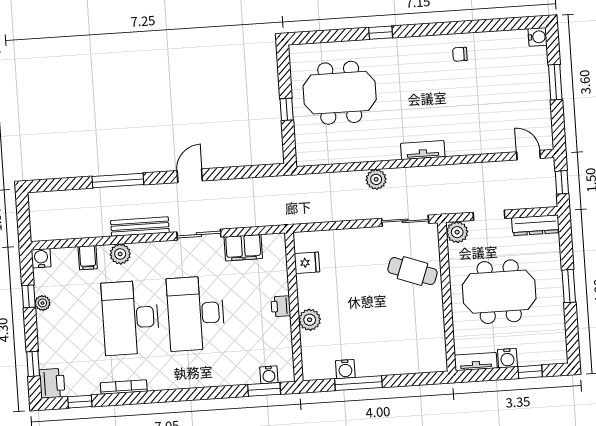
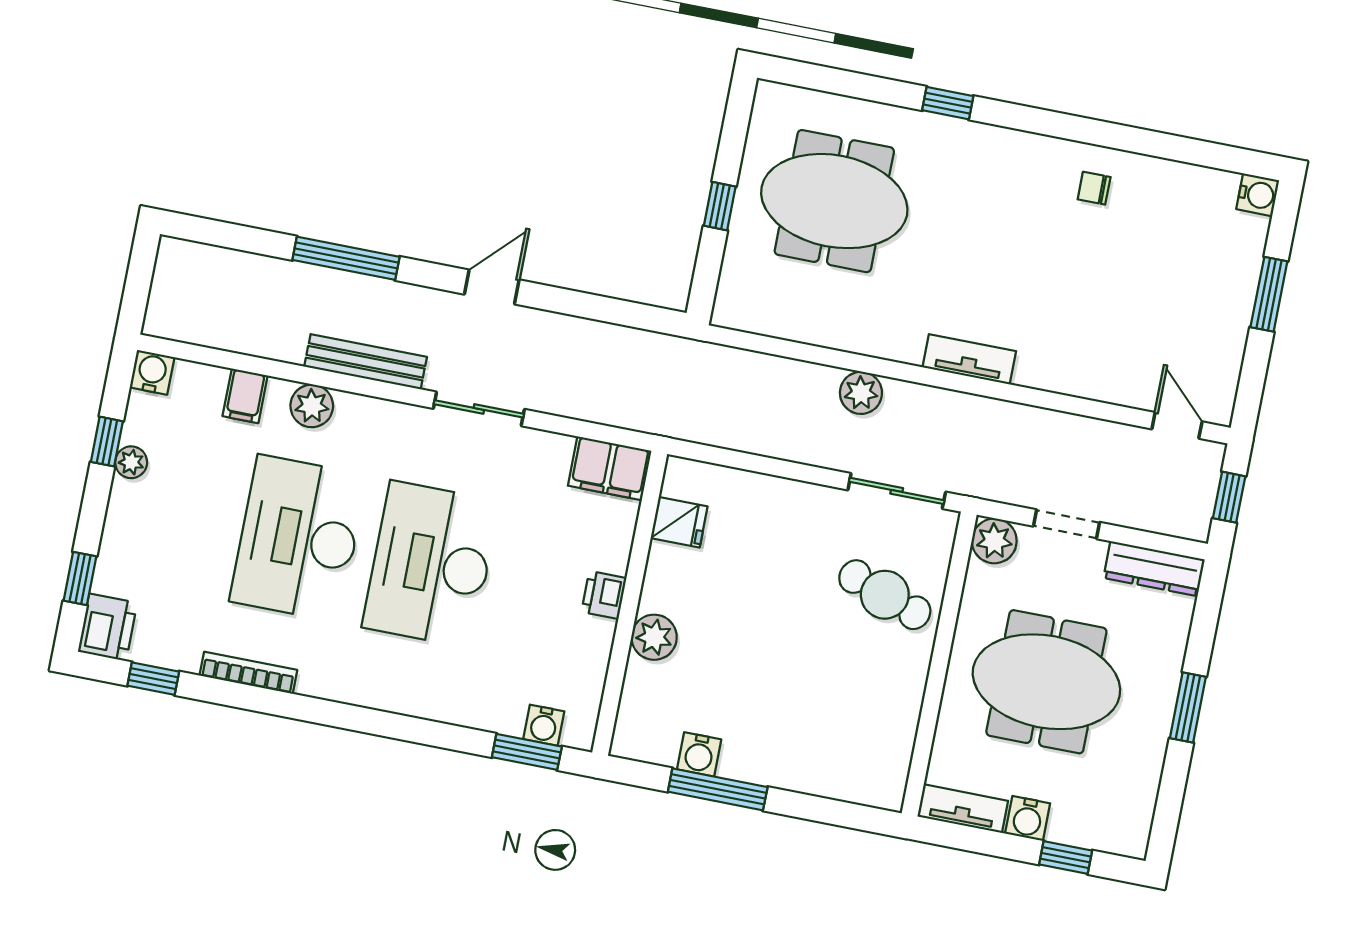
filing cabinet: (243, 248) -> (610, 468), moved

